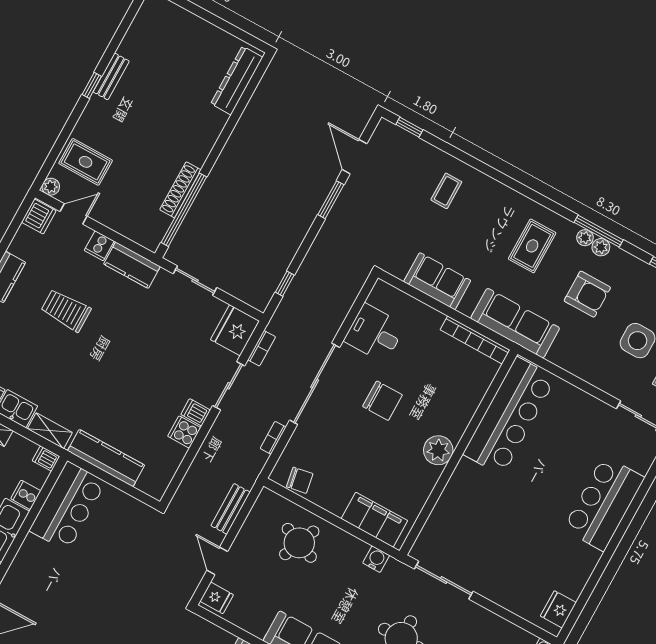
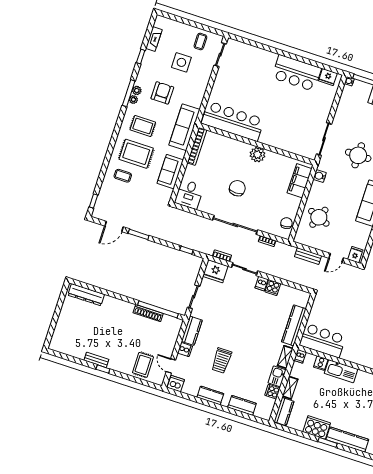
plant: (51, 187) -> (159, 380), removed
rug: (483, 224) -> (136, 154), added
desk: (375, 333) -> (189, 194), moved
bar counter: (604, 503) -> (297, 73), moved

